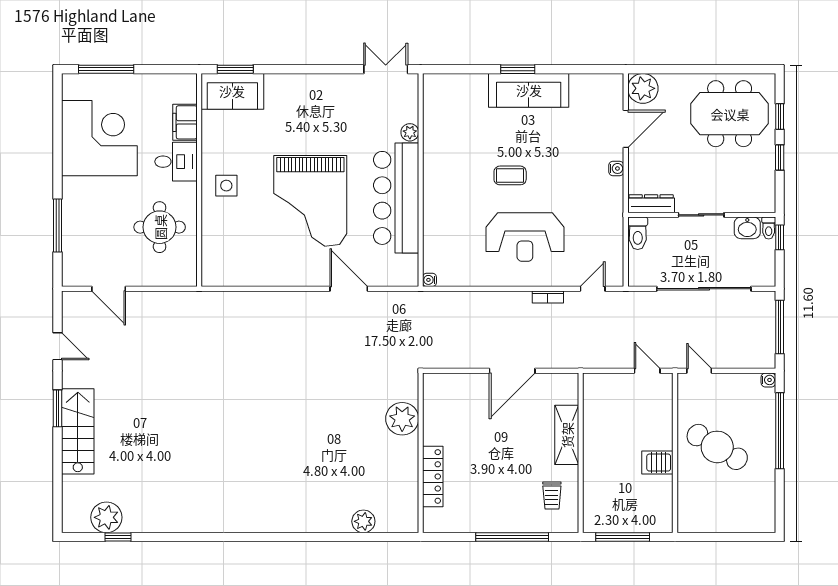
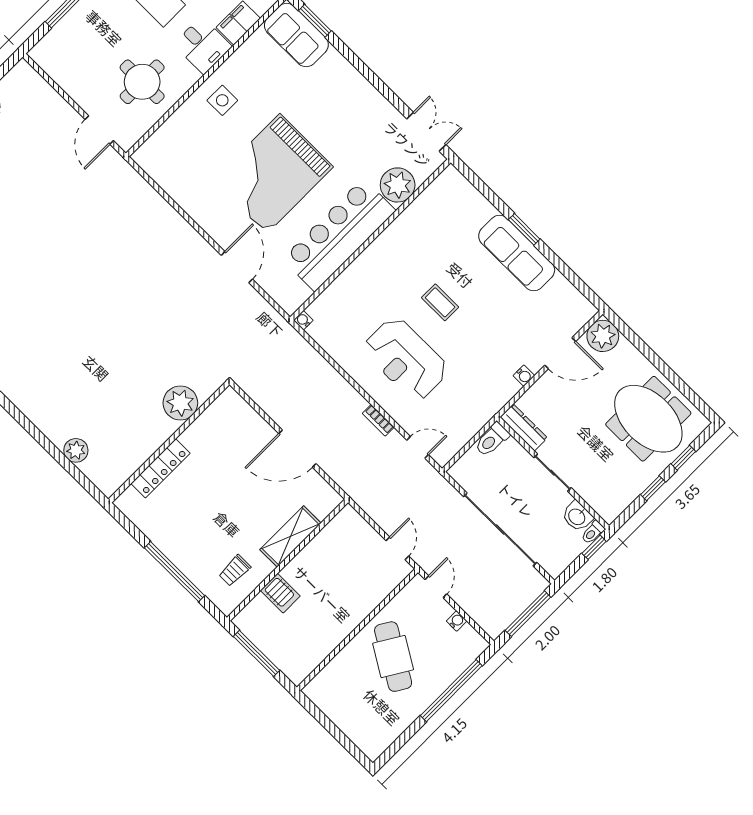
plant: (410, 132) -> (398, 185), width x1.87, depth x1.87
door: (109, 289) -> (99, 130), moved
water cooler: (768, 380) -> (457, 621), moved, turned -90
server rack: (657, 463) -> (280, 593), moved, turned 180

